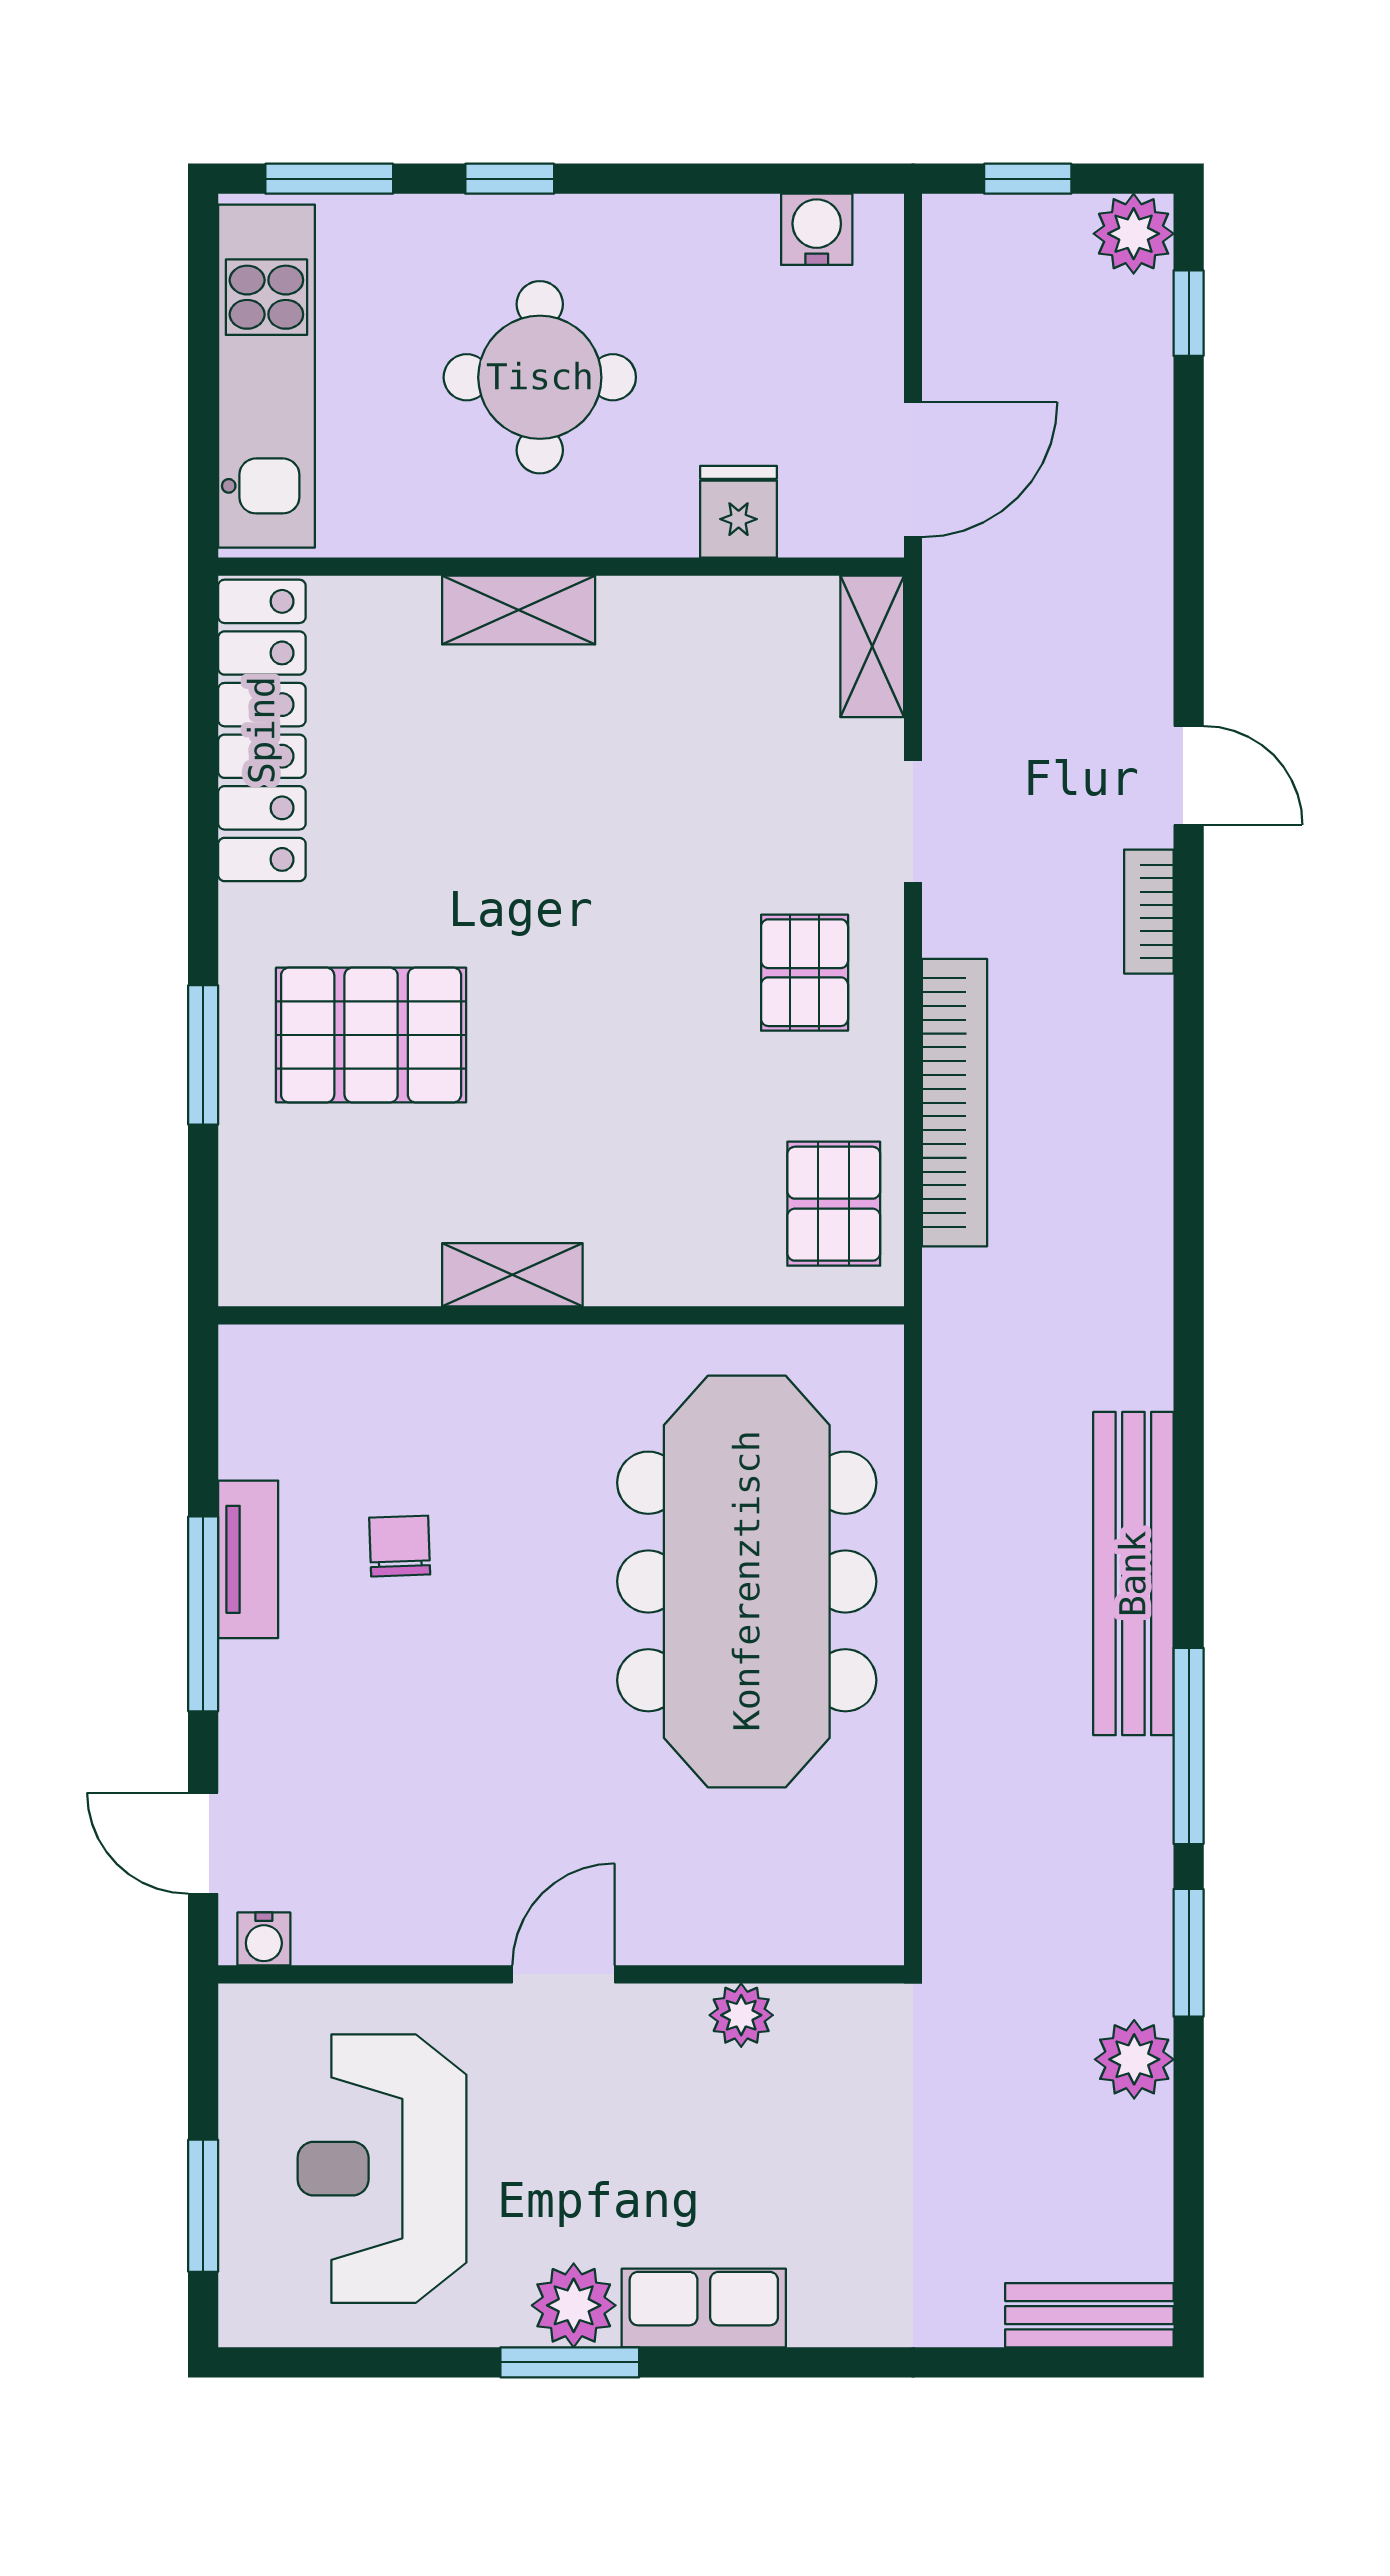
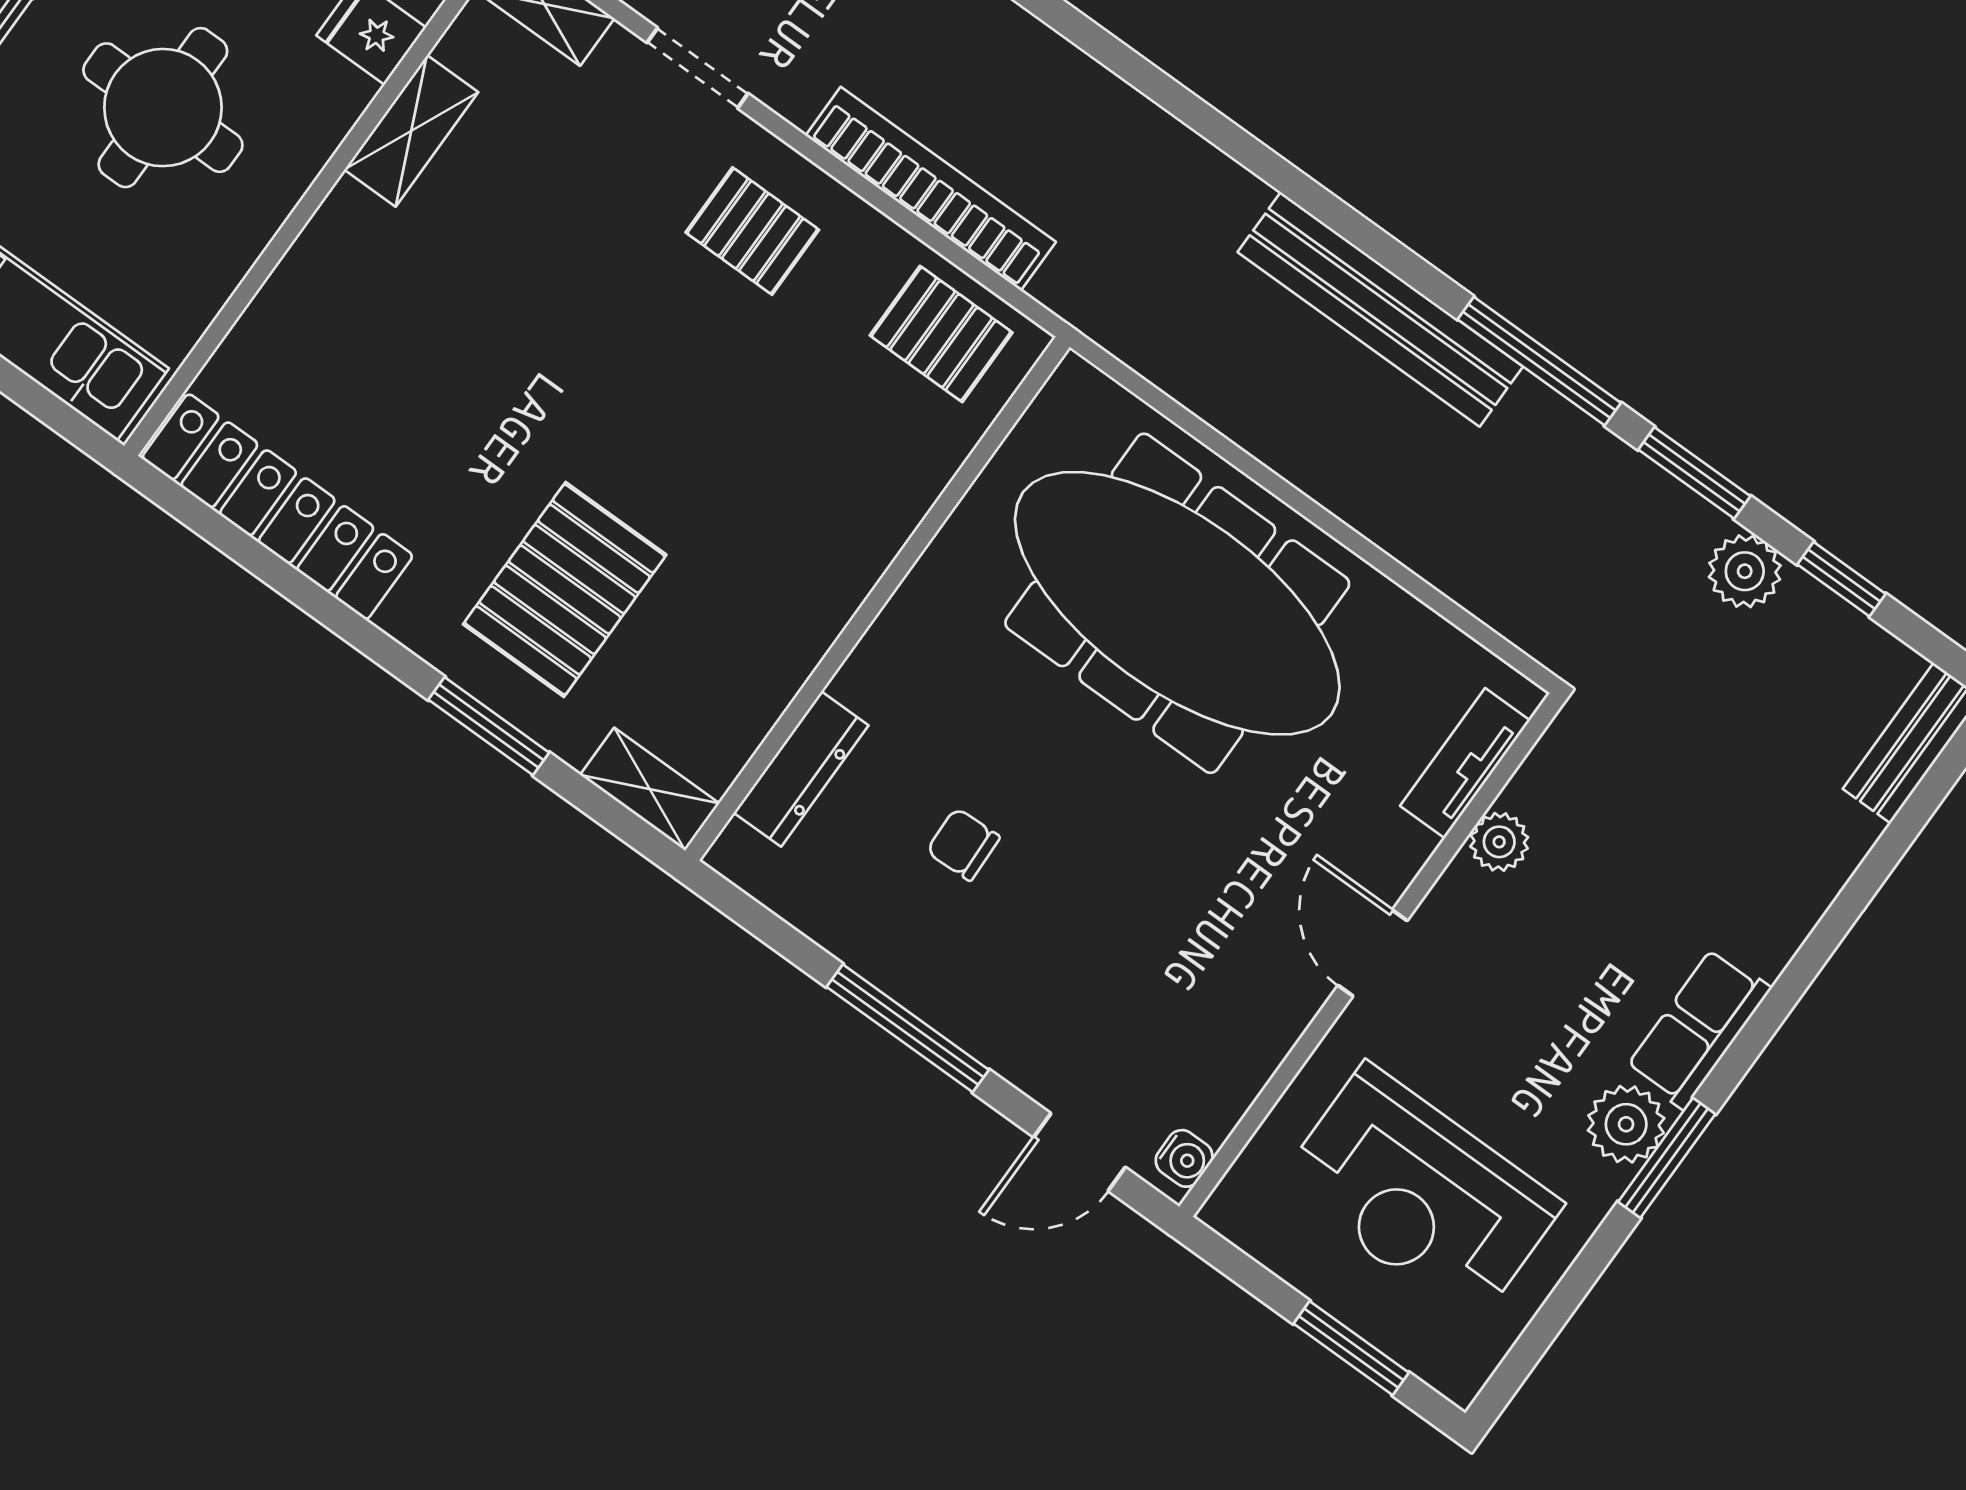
shelving: (519, 610) -> (411, 131), moved
shelving: (512, 1275) -> (650, 789), moved, turned 90
dresser: (363, 1356) -> (801, 769), added
tv unit: (248, 1559) -> (1465, 763), moved, turned -90
window: (1189, 2149) -> (1842, 579), added

